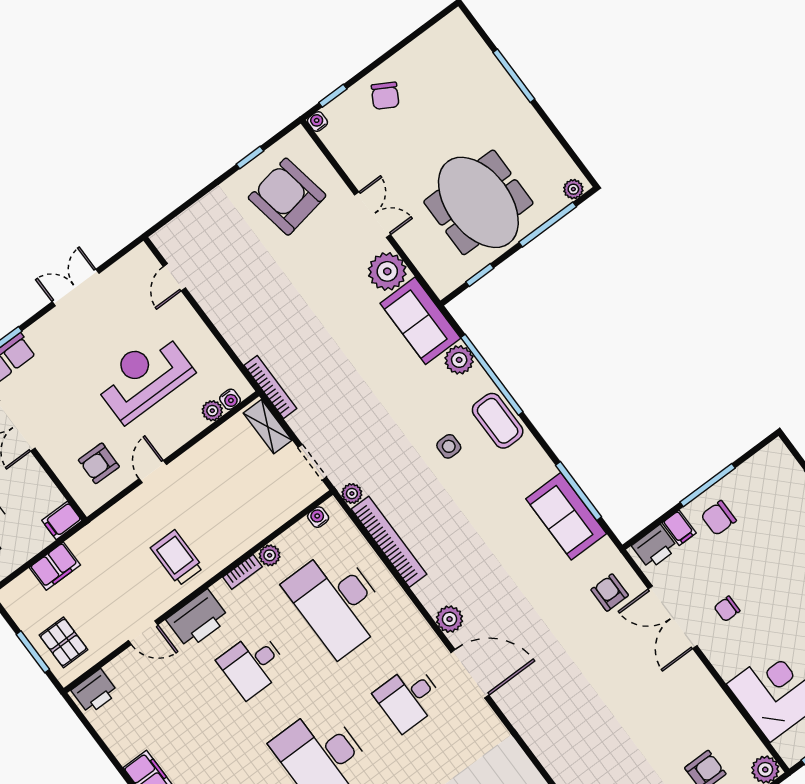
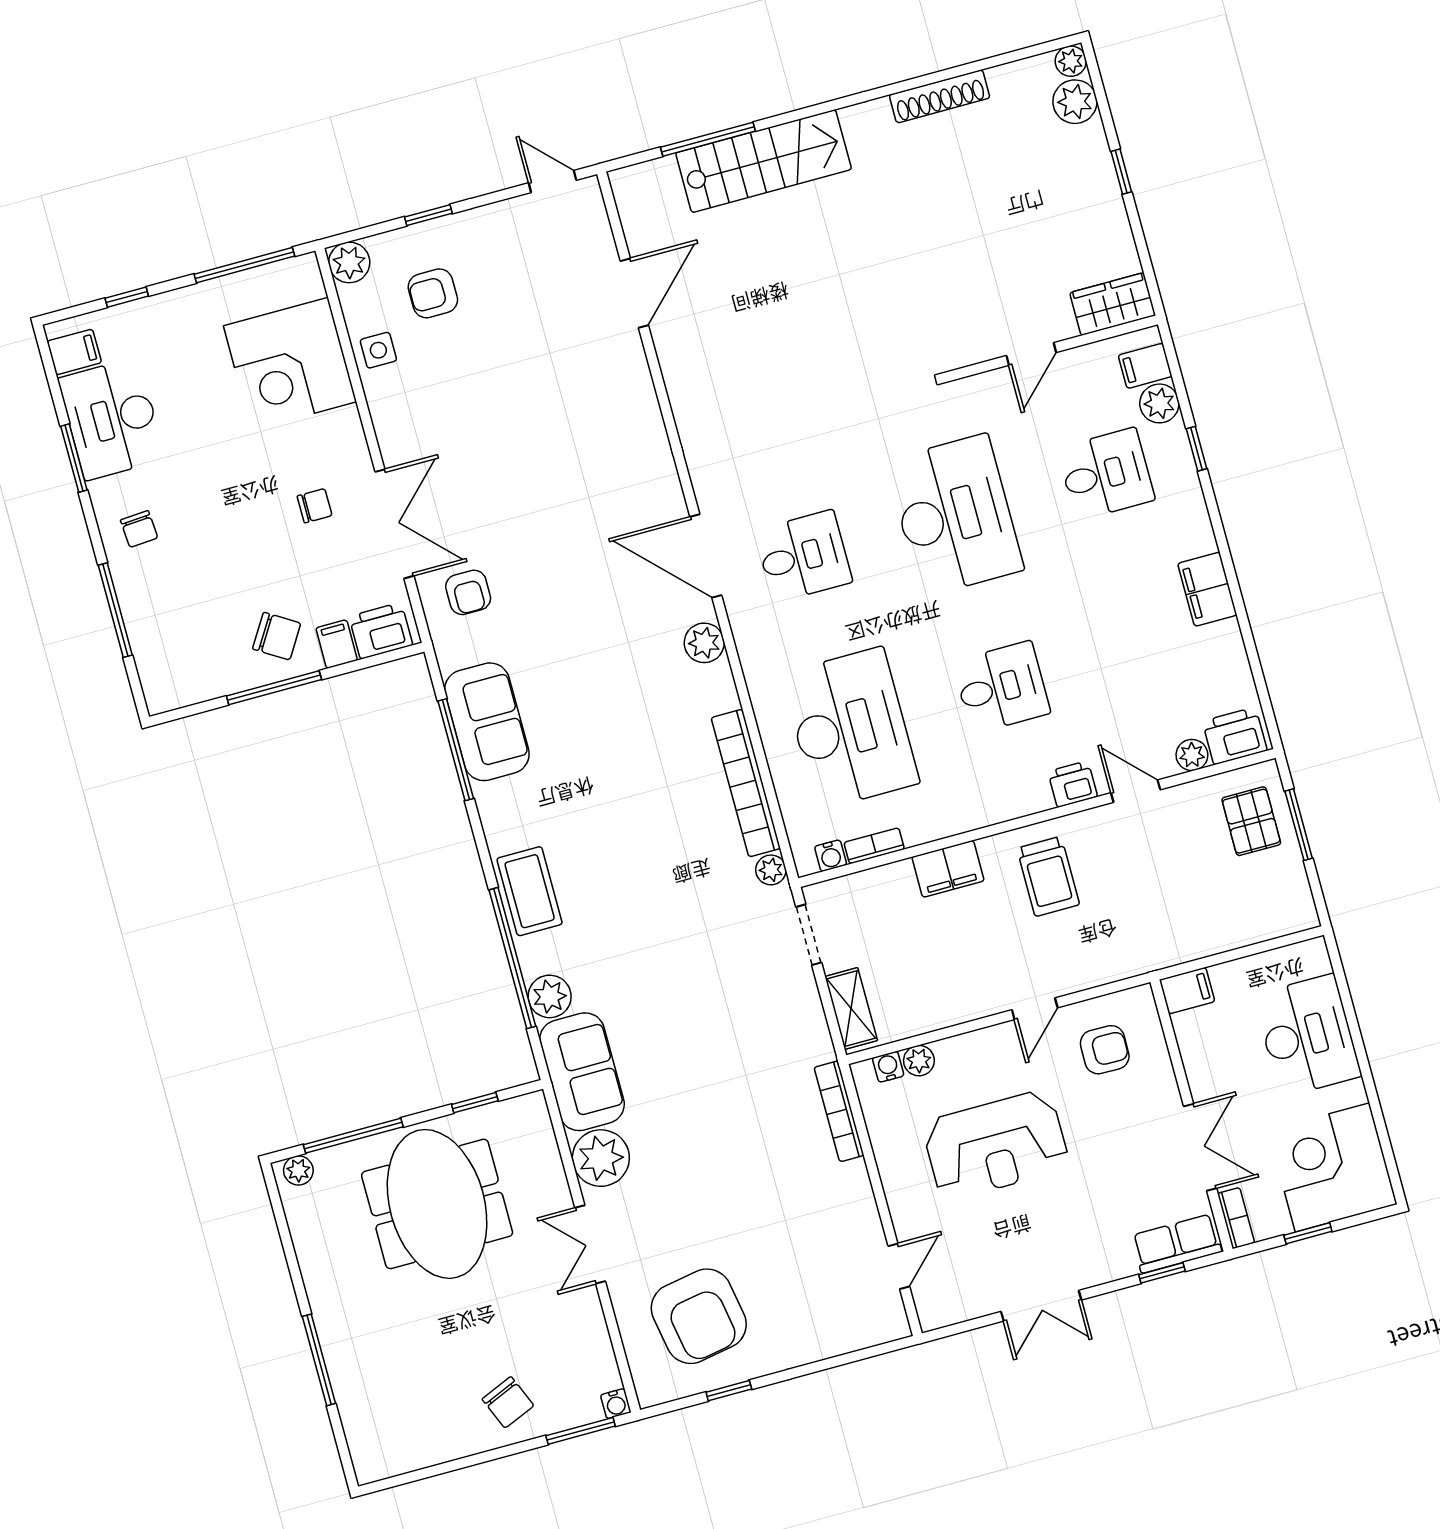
window: (333, 96) -> (581, 1431), width x1.50
chair: (385, 96) -> (508, 1402), turned 127
bookcase: (270, 387) -> (839, 1111), moved
side table: (449, 446) -> (378, 350), moved
chair: (719, 518) -> (277, 636), turned 32
plant: (270, 555) -> (1192, 755), moved
filing cabinet: (55, 566) -> (948, 869), moved, turned 180
bookcase: (242, 572) -> (874, 846), moved
printer: (198, 619) -> (1073, 784), width x0.53, depth x0.68

